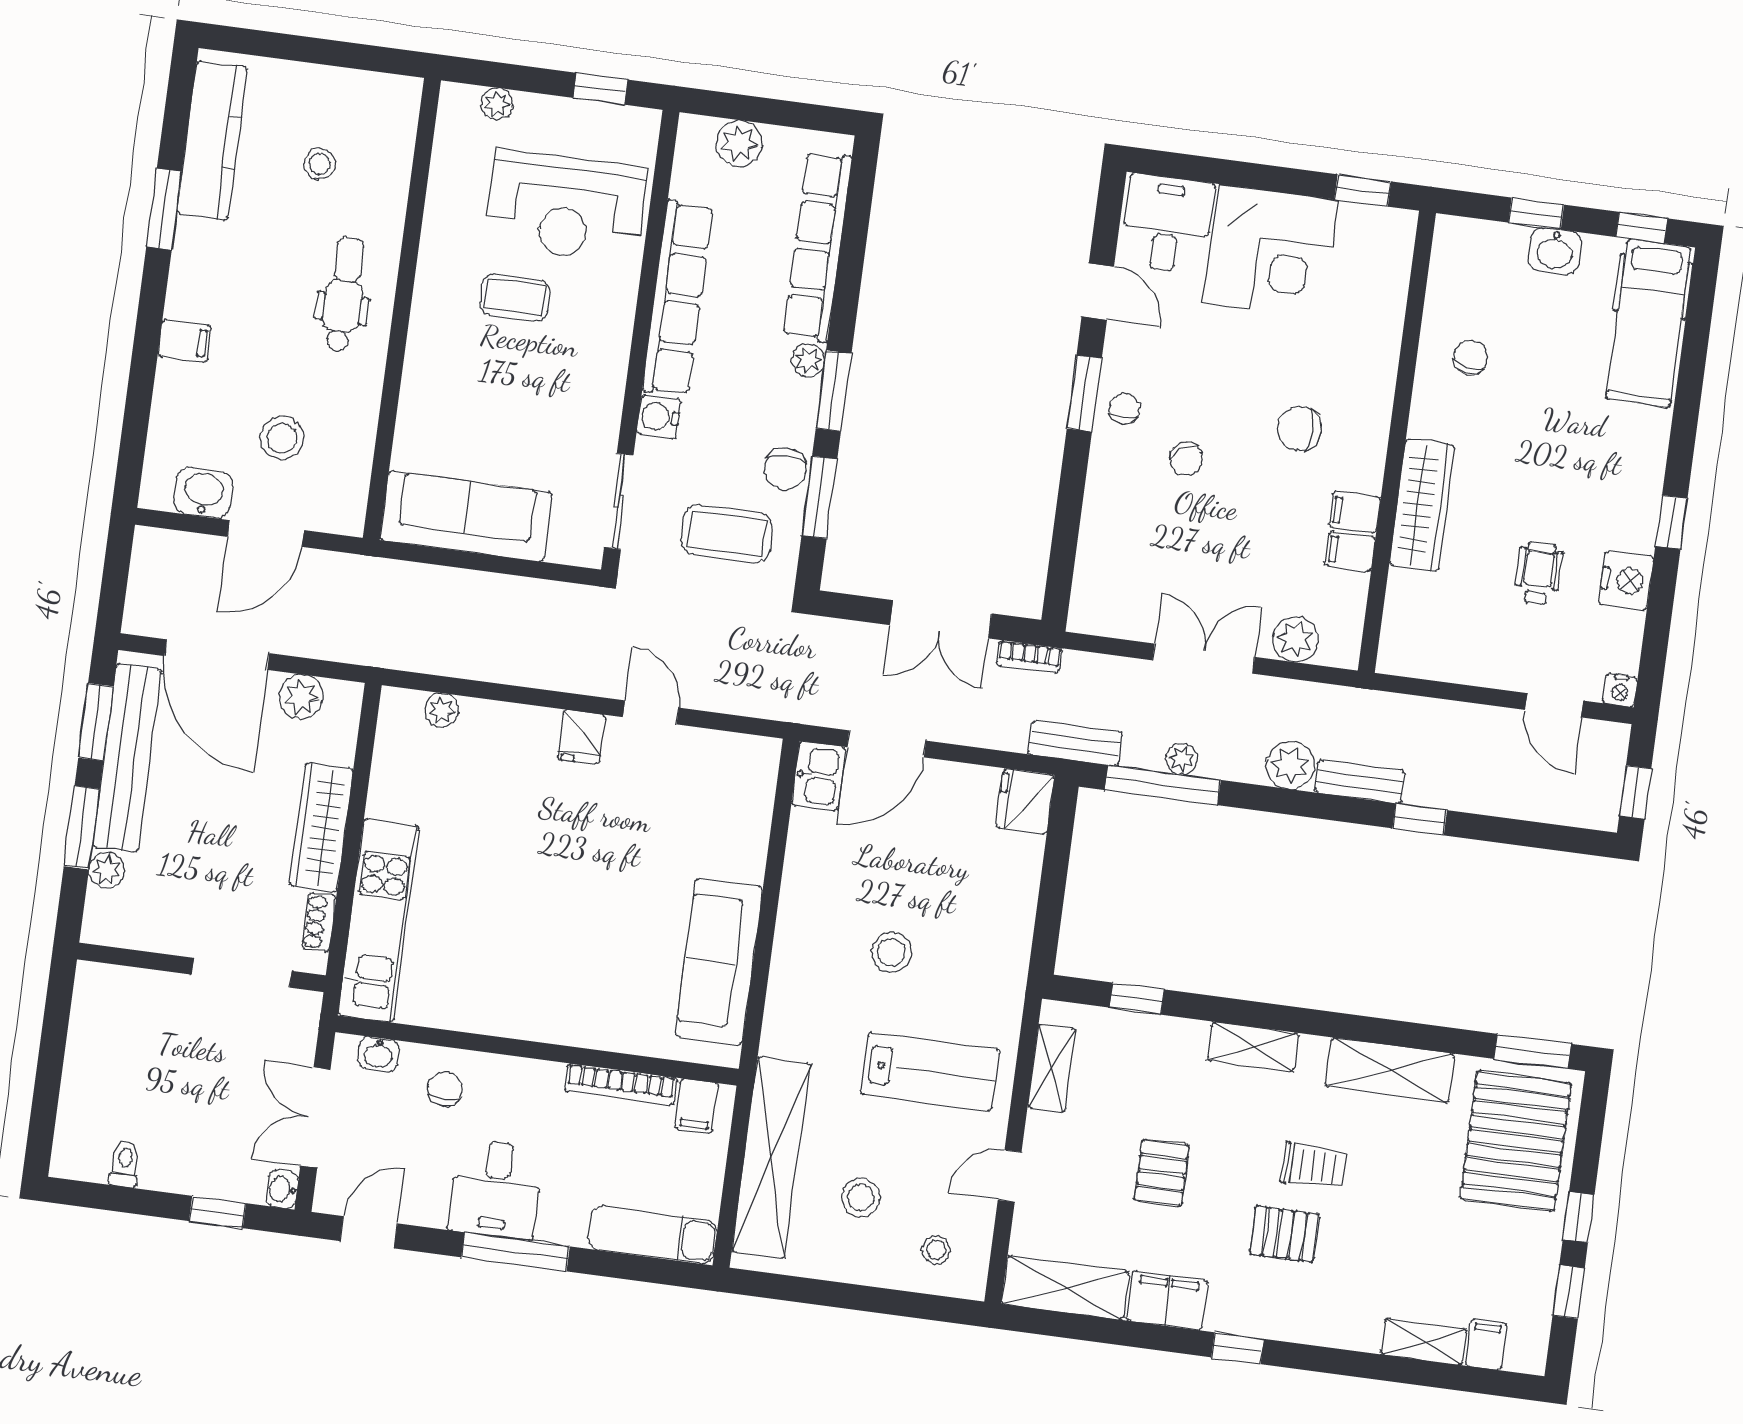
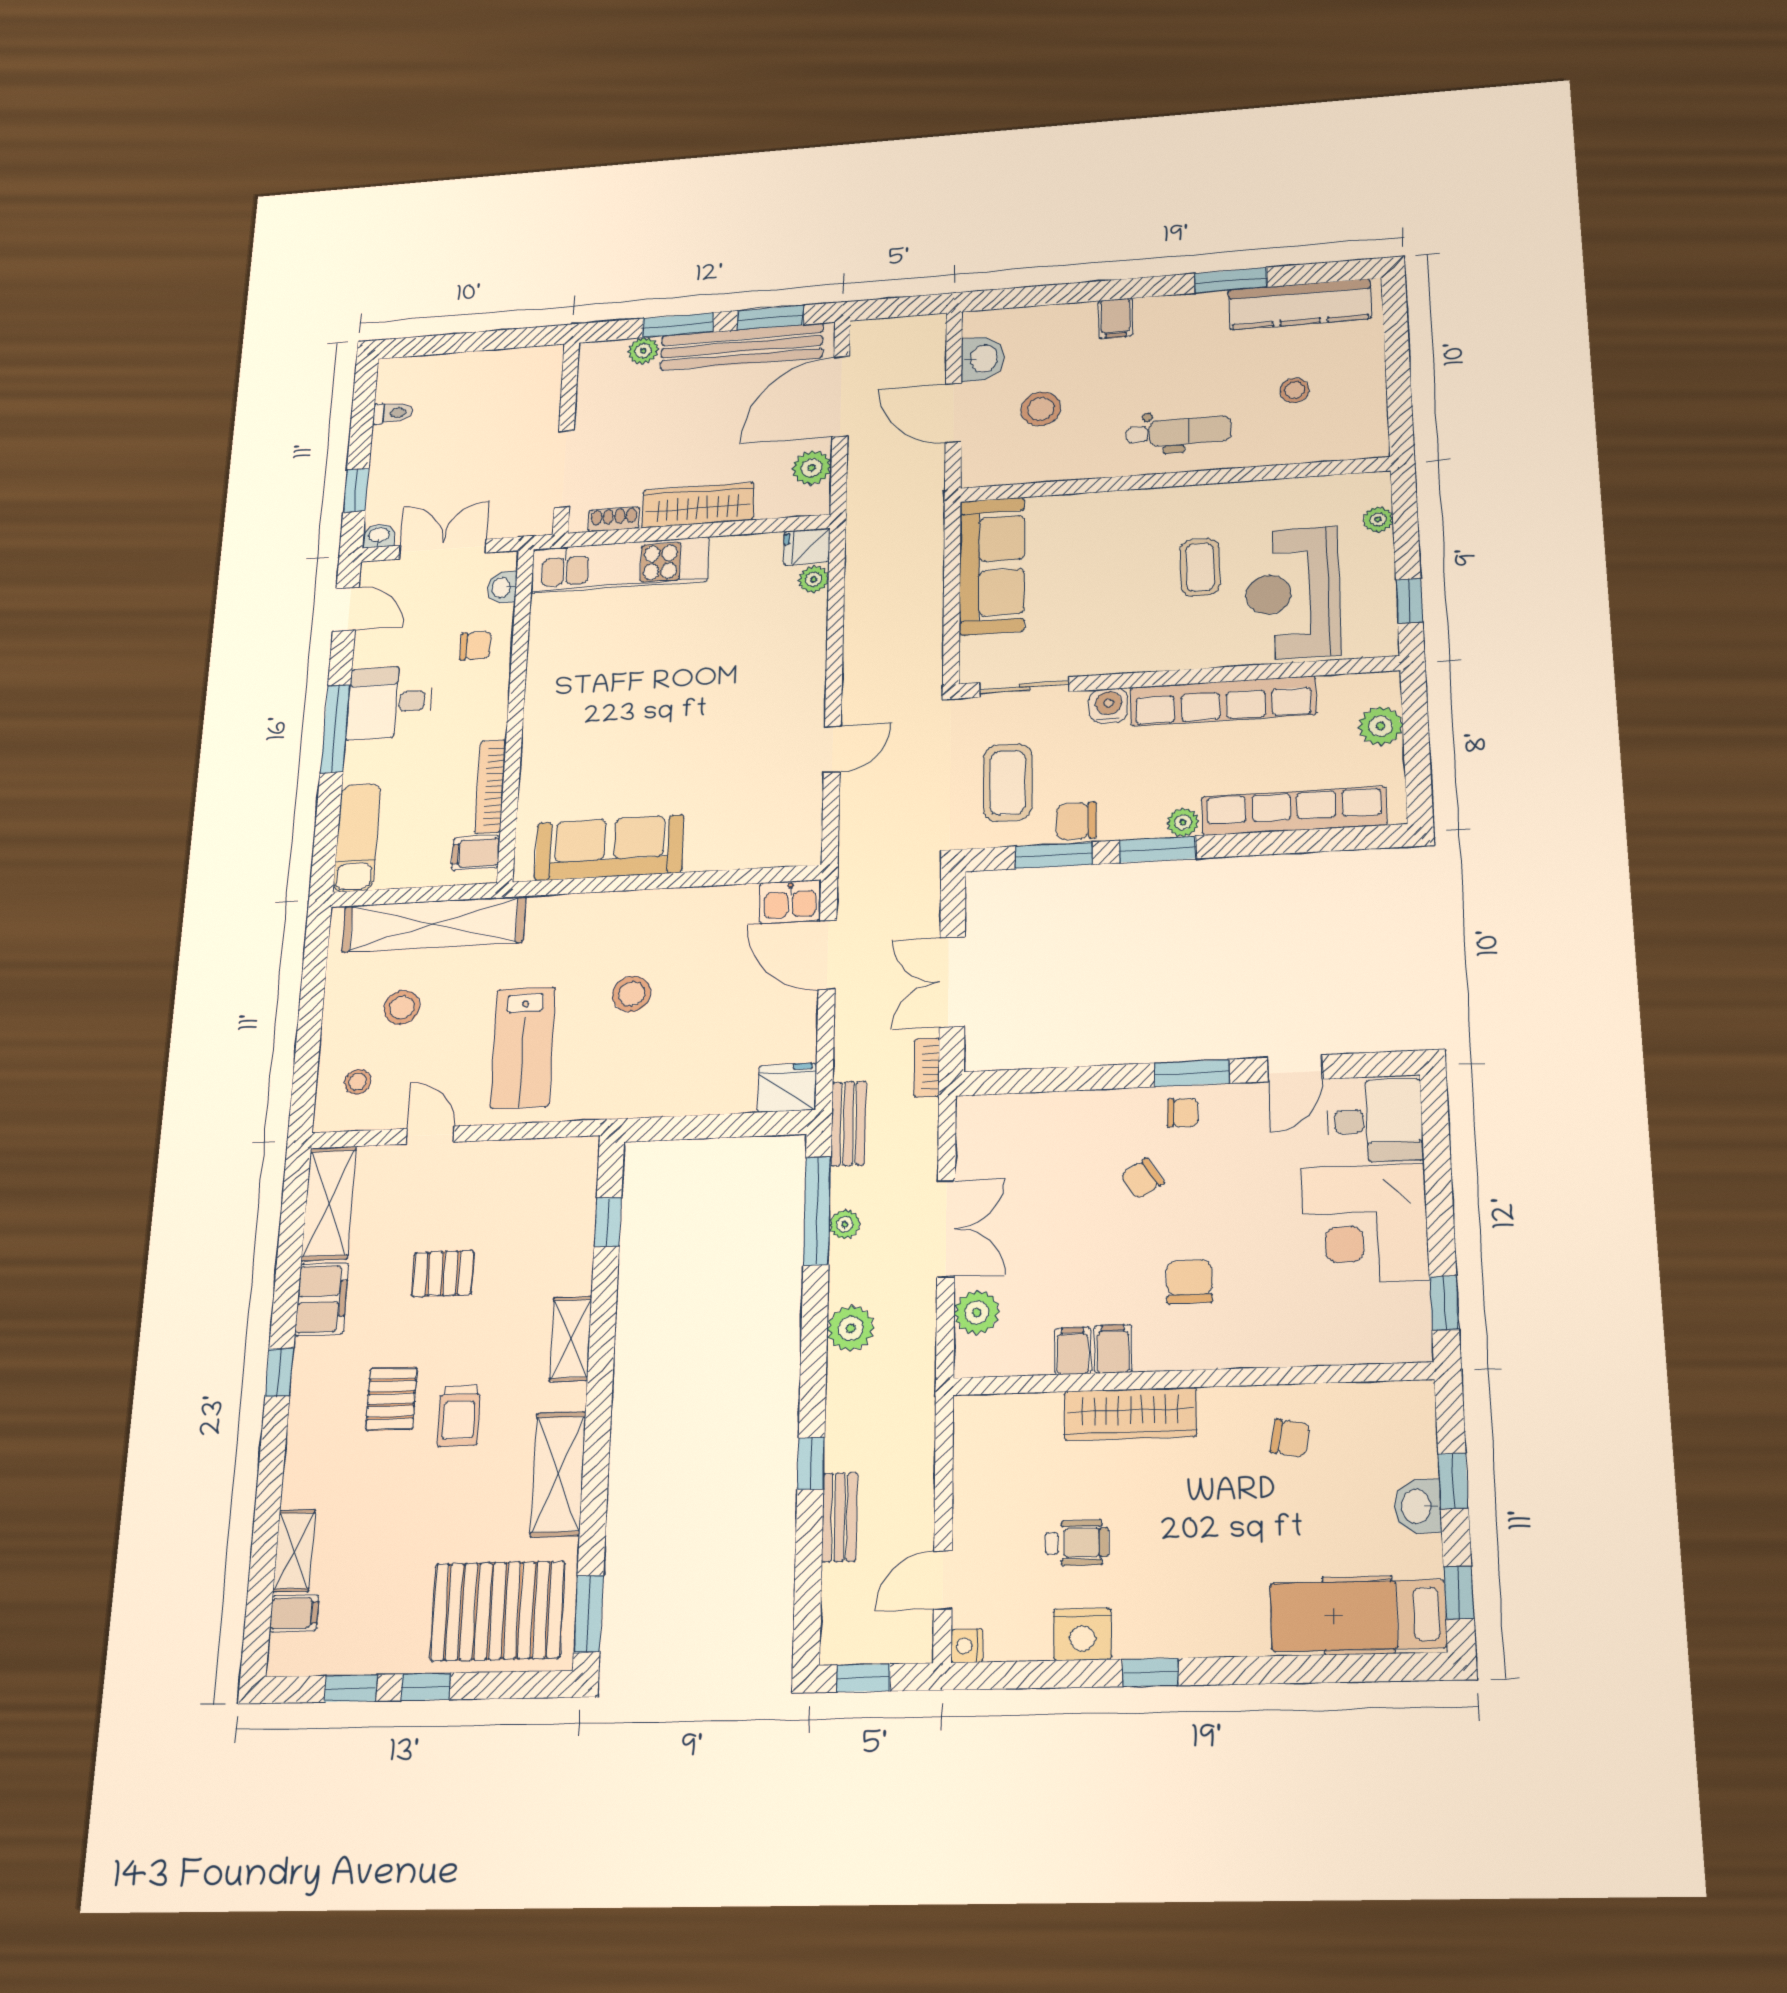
fridge: (581, 737) -> (807, 547), moved
bench: (1360, 782) -> (840, 1517), moved
shelving: (1052, 1068) -> (535, 1156), removed

